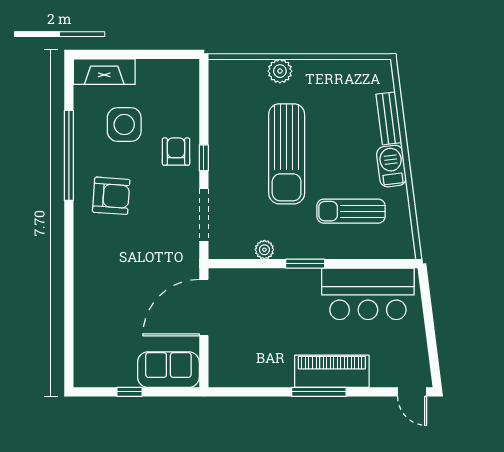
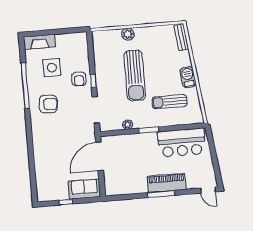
bench: (389, 118) -> (181, 37), moved
armchair: (176, 152) -> (79, 79), turned 180

